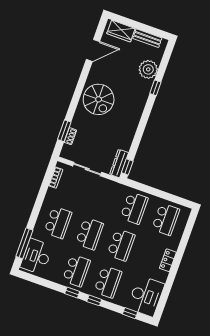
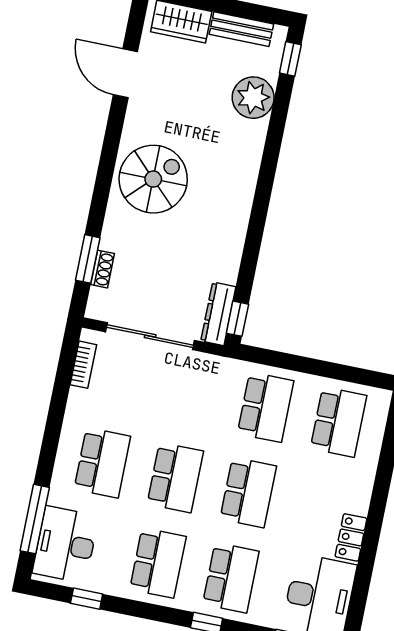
door: (93, 50) -> (125, 73), swing flipped
window: (155, 88) -> (290, 59), moved
spiral stairs: (99, 99) -> (153, 179), turned -90
sliding door: (87, 169) -> (150, 336), width x1.37
locker: (168, 260) -> (351, 537), moved
window: (72, 293) -> (87, 599), moved

